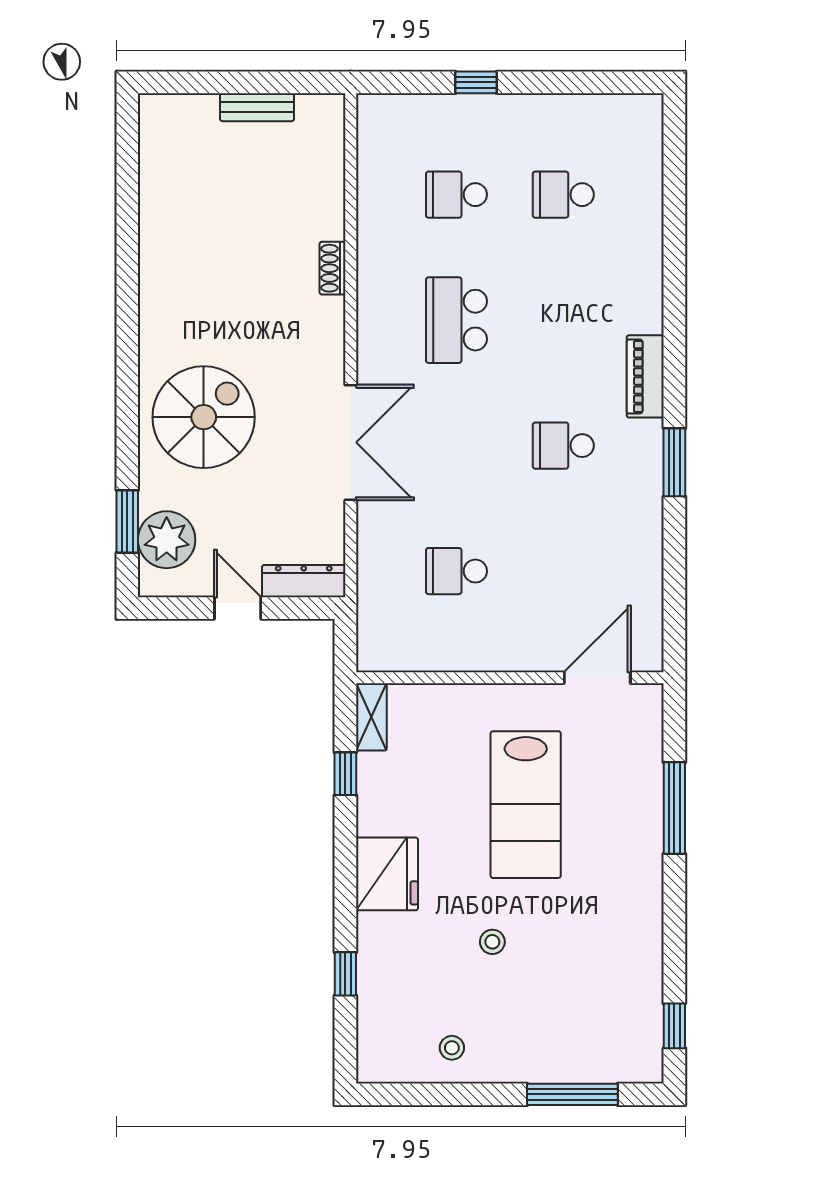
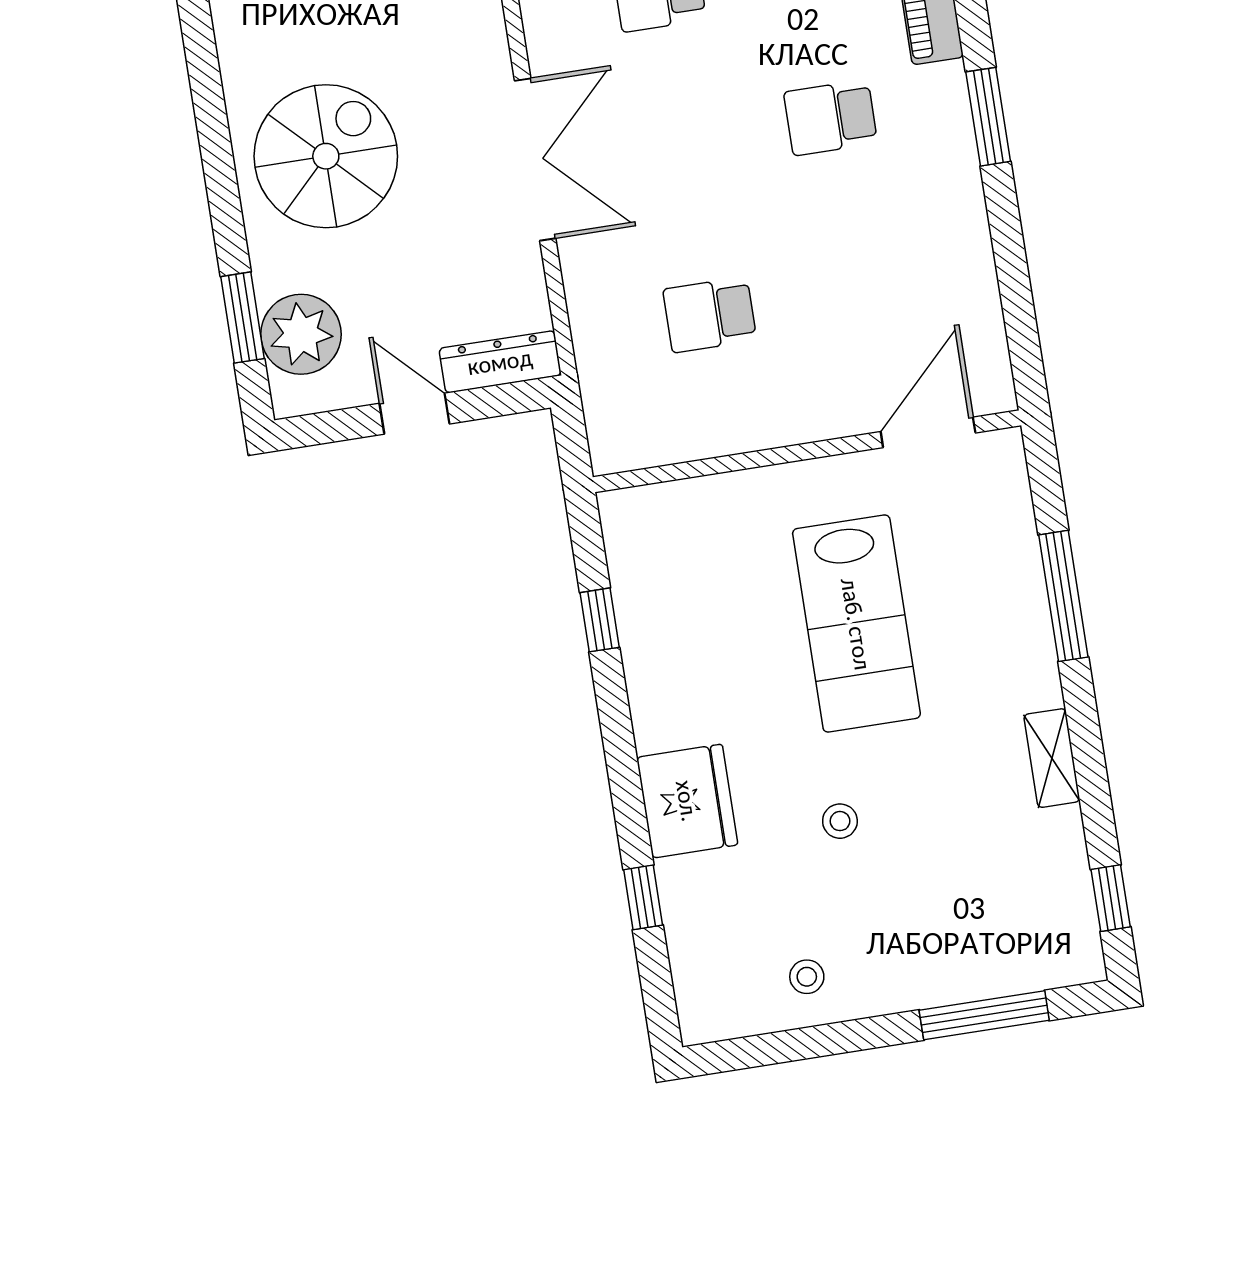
shelving: (371, 717) -> (1052, 758), moved
fridge: (387, 874) -> (687, 801), moved

